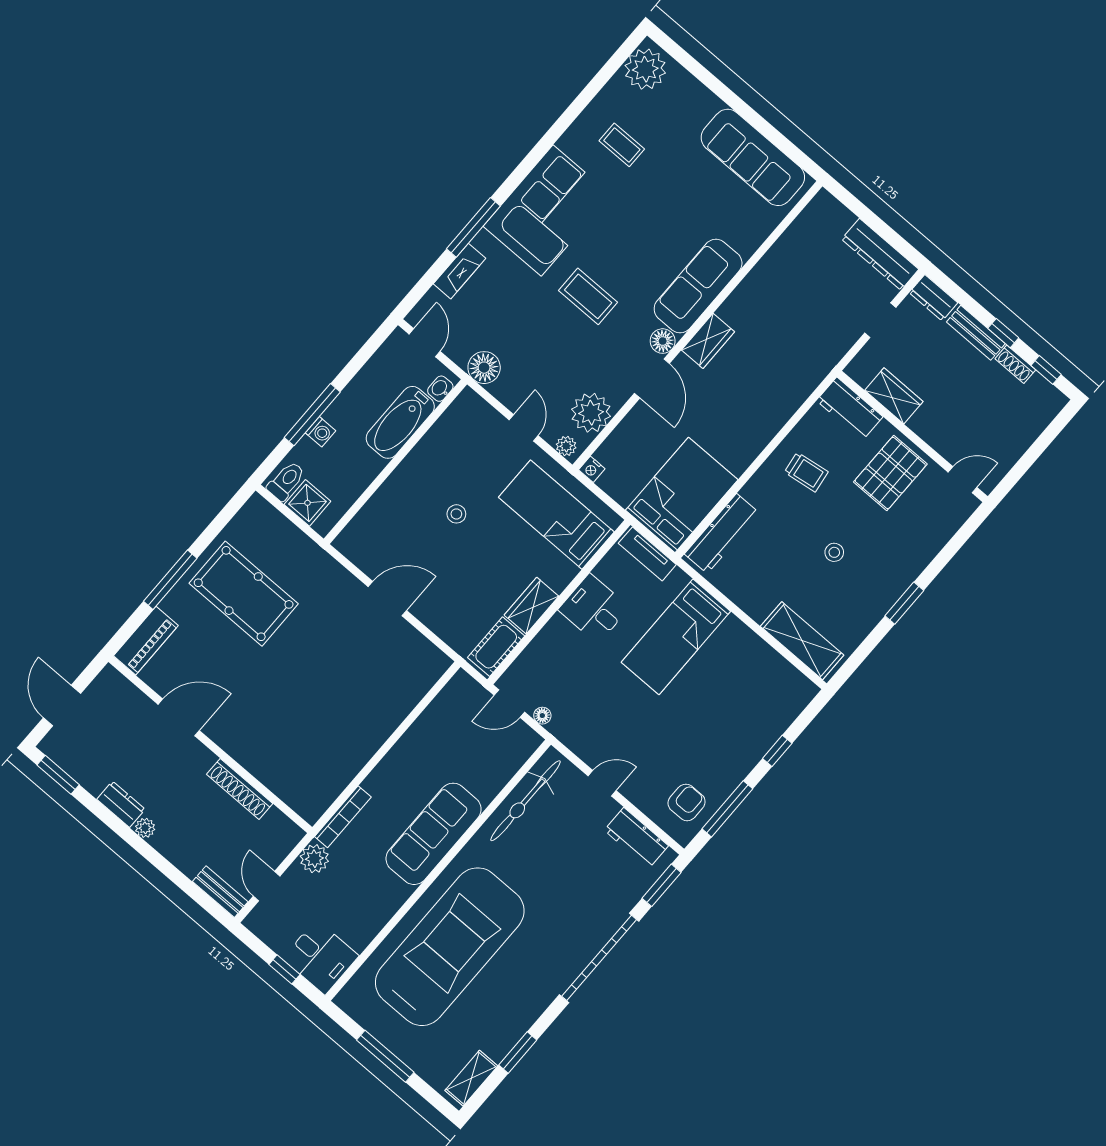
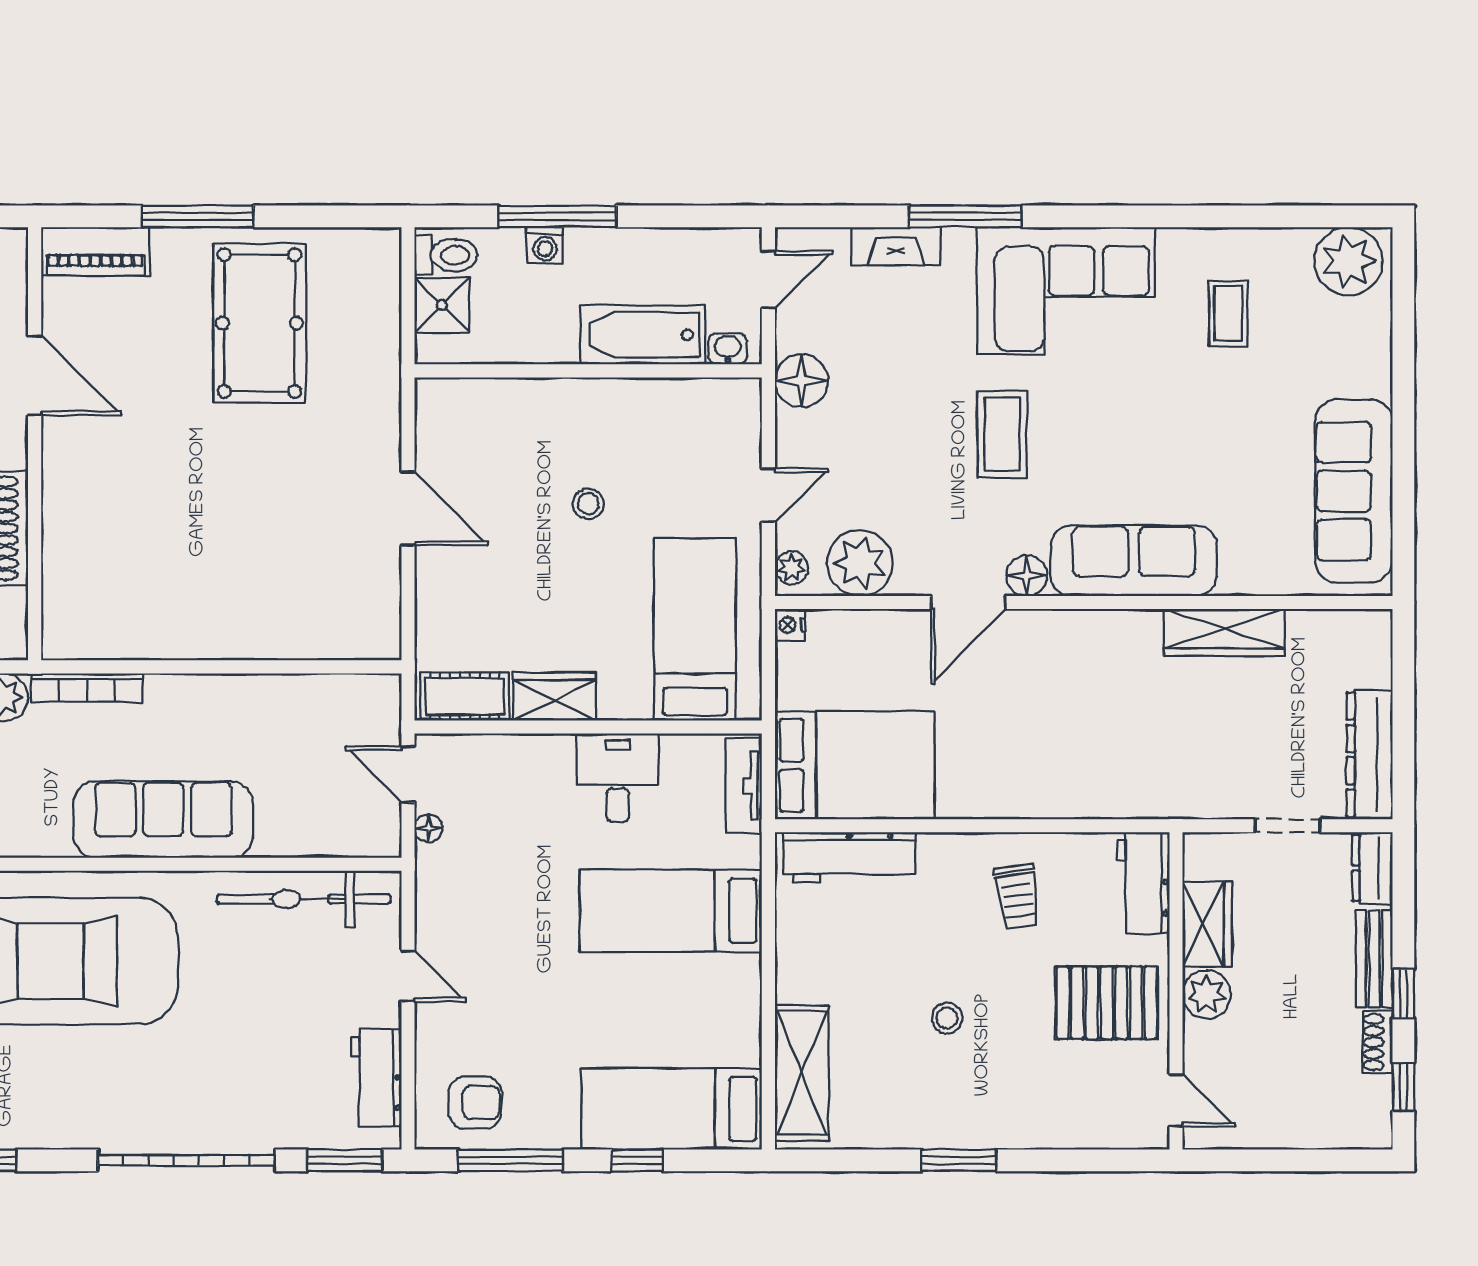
wardrobe: (708, 341) -> (1224, 632), moved, width x1.50
plant: (926, 424) -> (1207, 994), added
bed: (767, 715) -> (671, 1109), added

